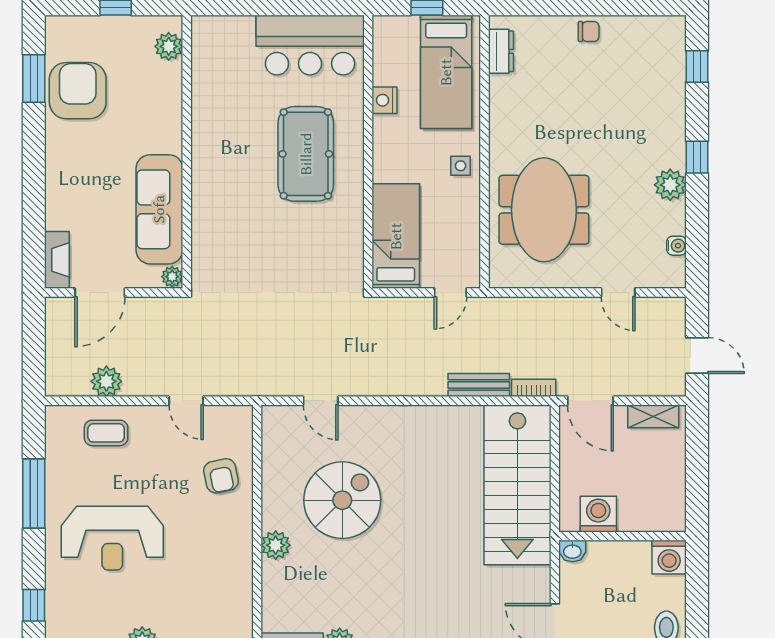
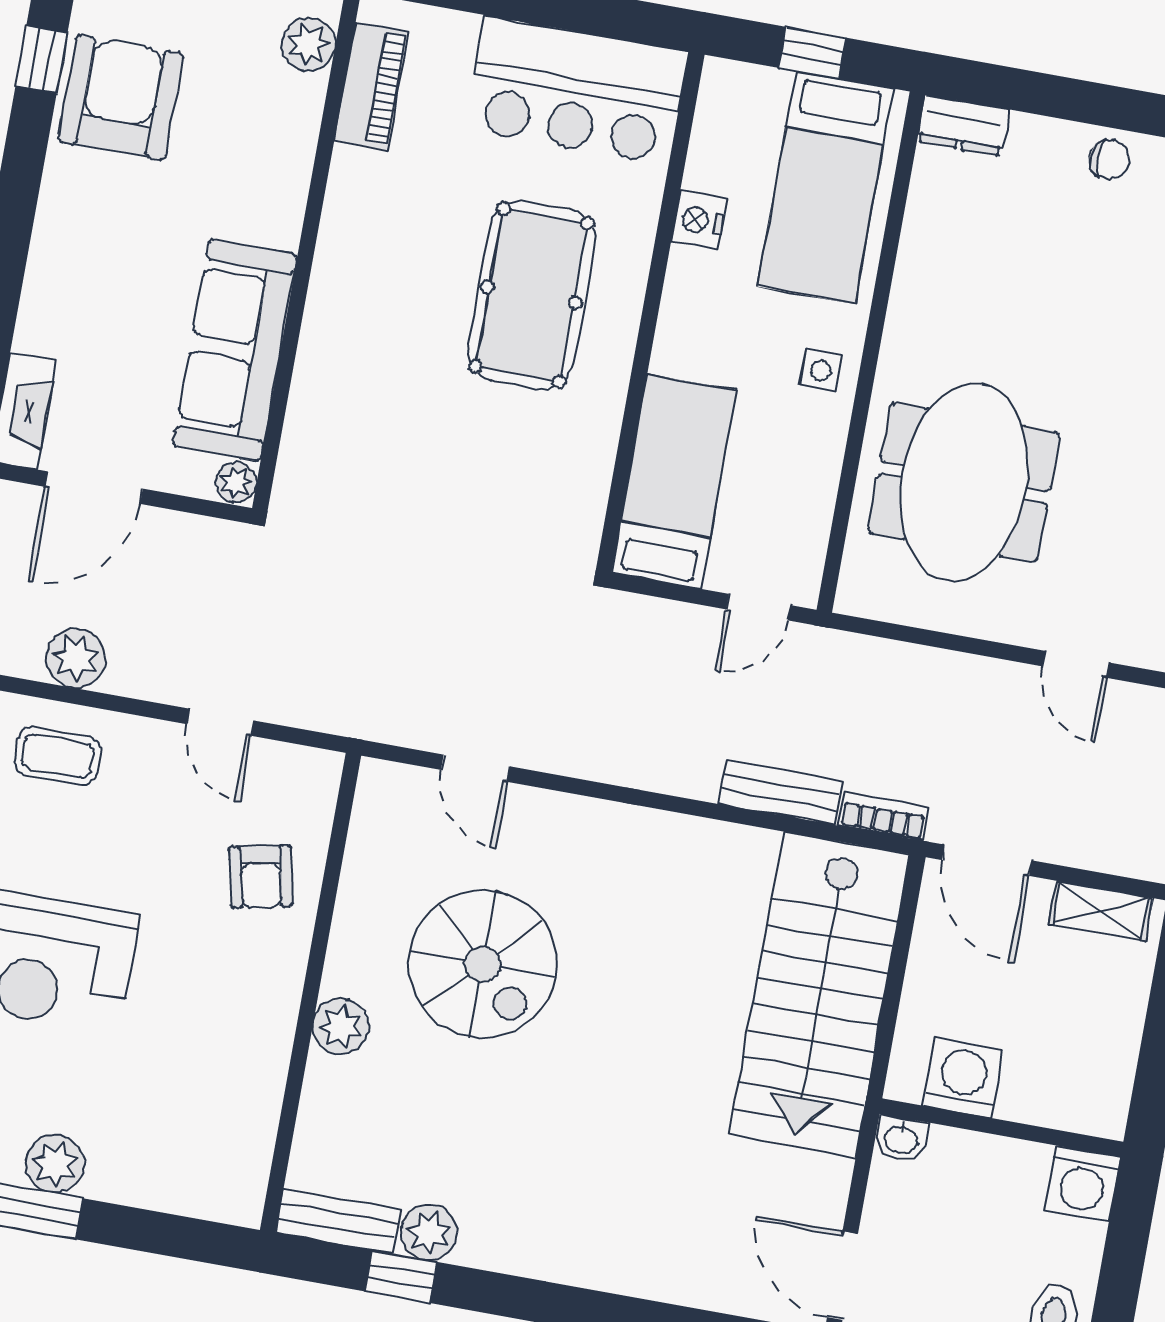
dresser: (501, 51) -> (963, 125), moved, turned 90
piano: (205, 62) -> (371, 86), added
window: (34, 78) -> (42, 59), width x0.67
spiral stairs: (342, 500) -> (482, 964), turned 90

